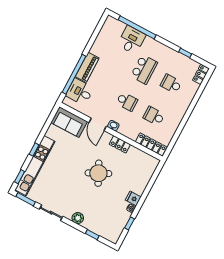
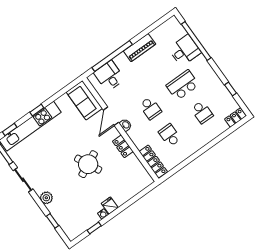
piano: (87, 67) -> (140, 48), moved
school desk: (144, 69) -> (183, 85), turned 180
school desk: (171, 84) -> (202, 112), turned 180

